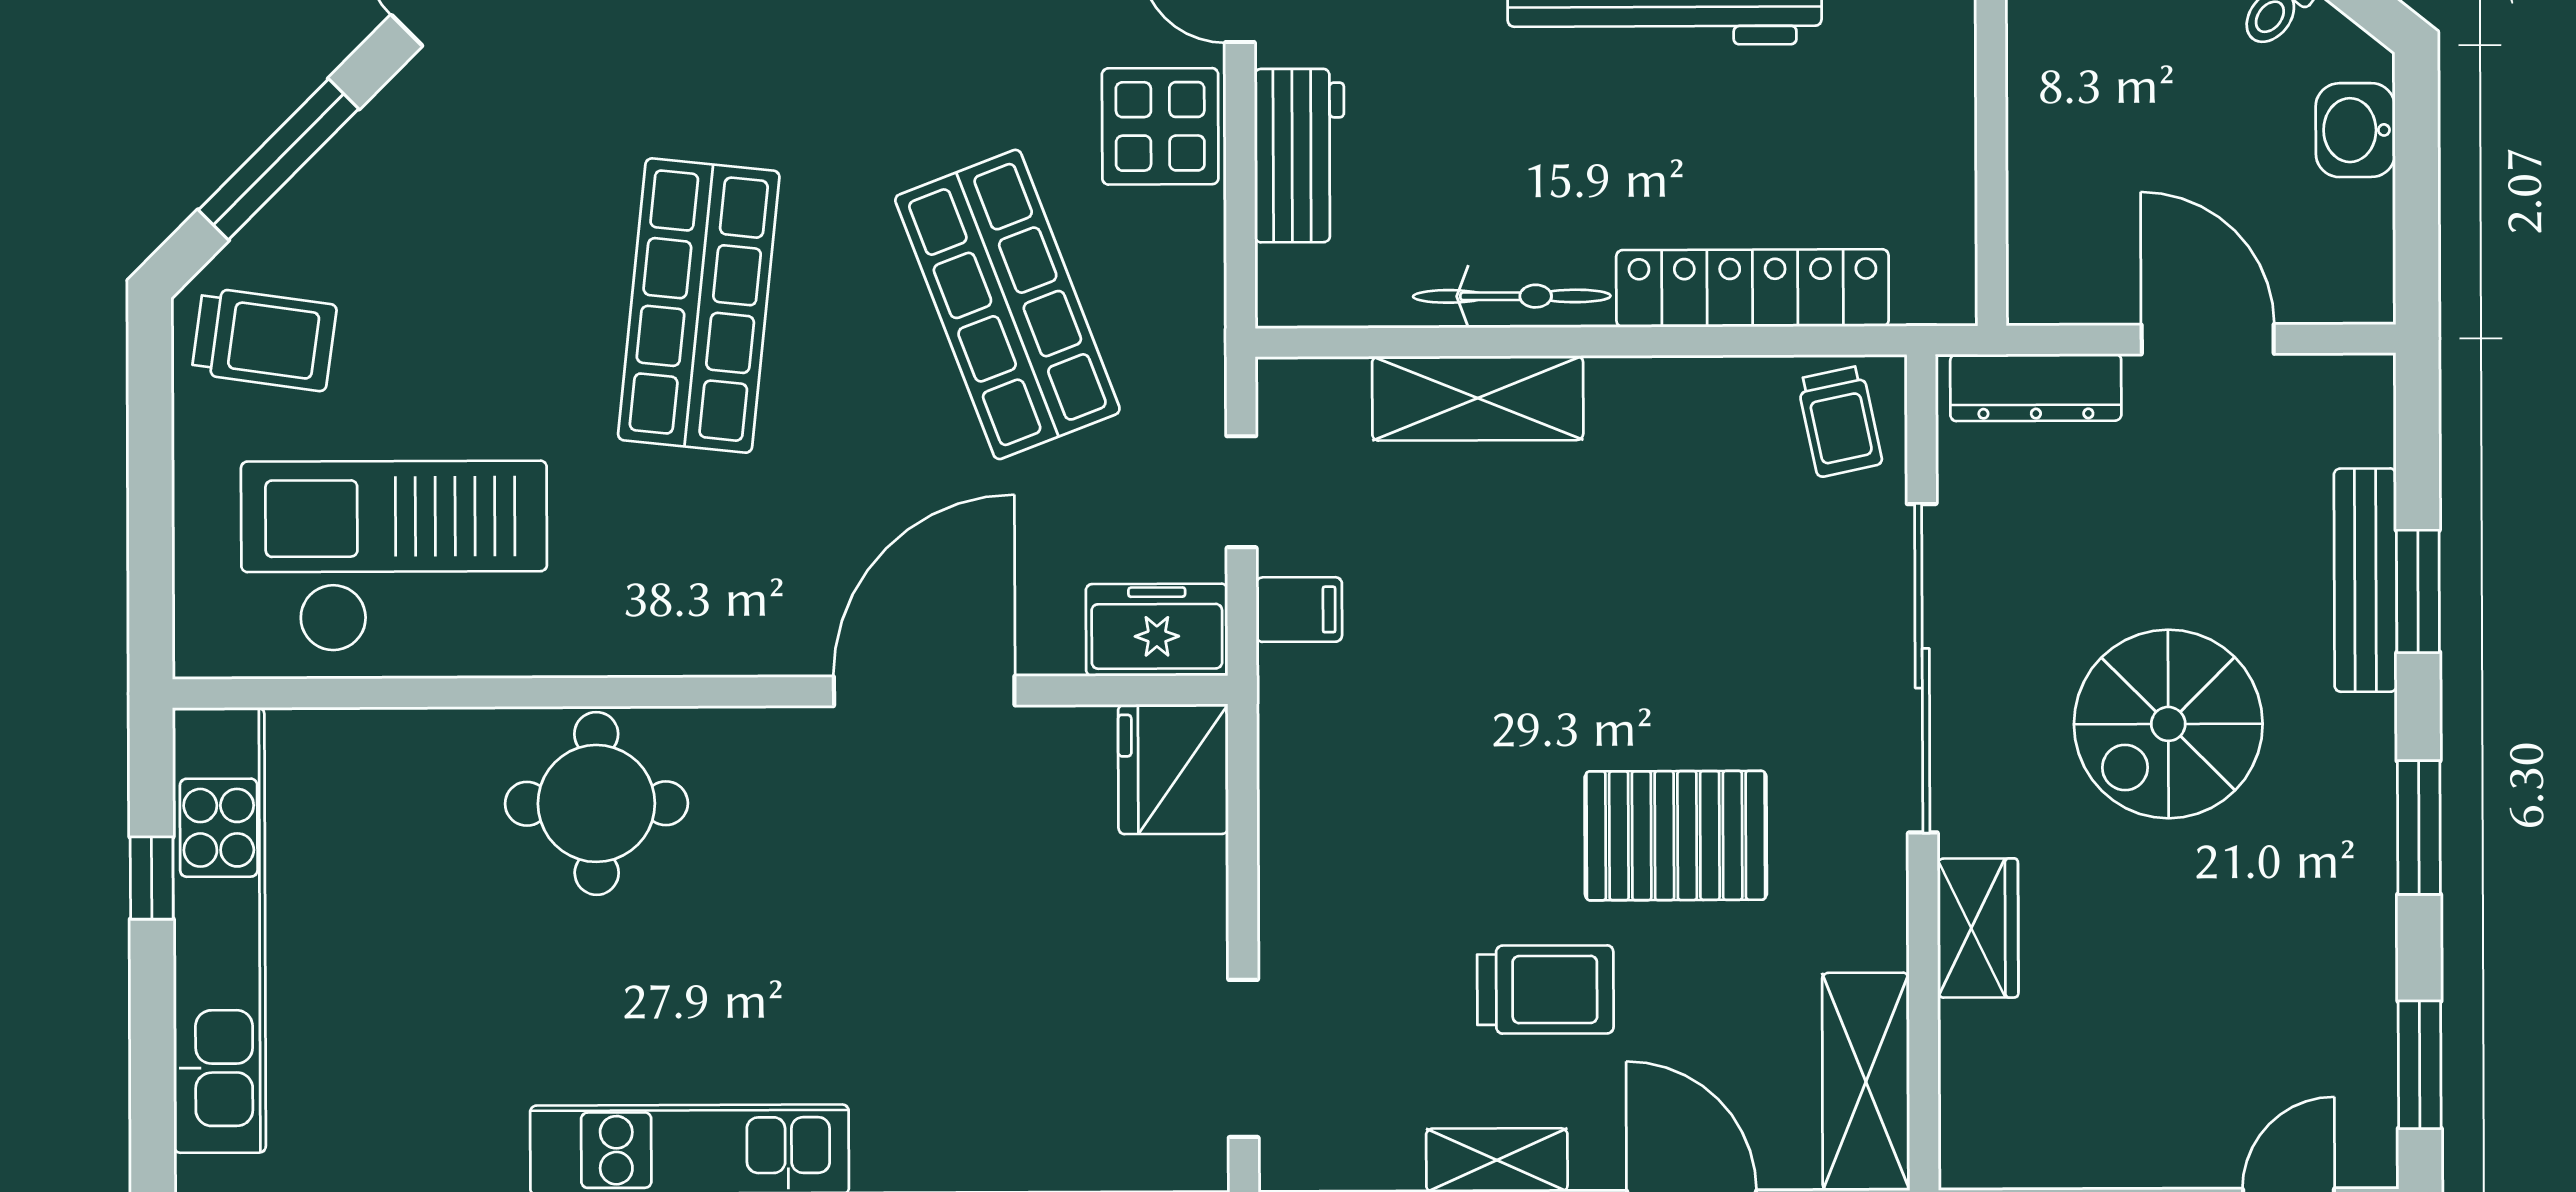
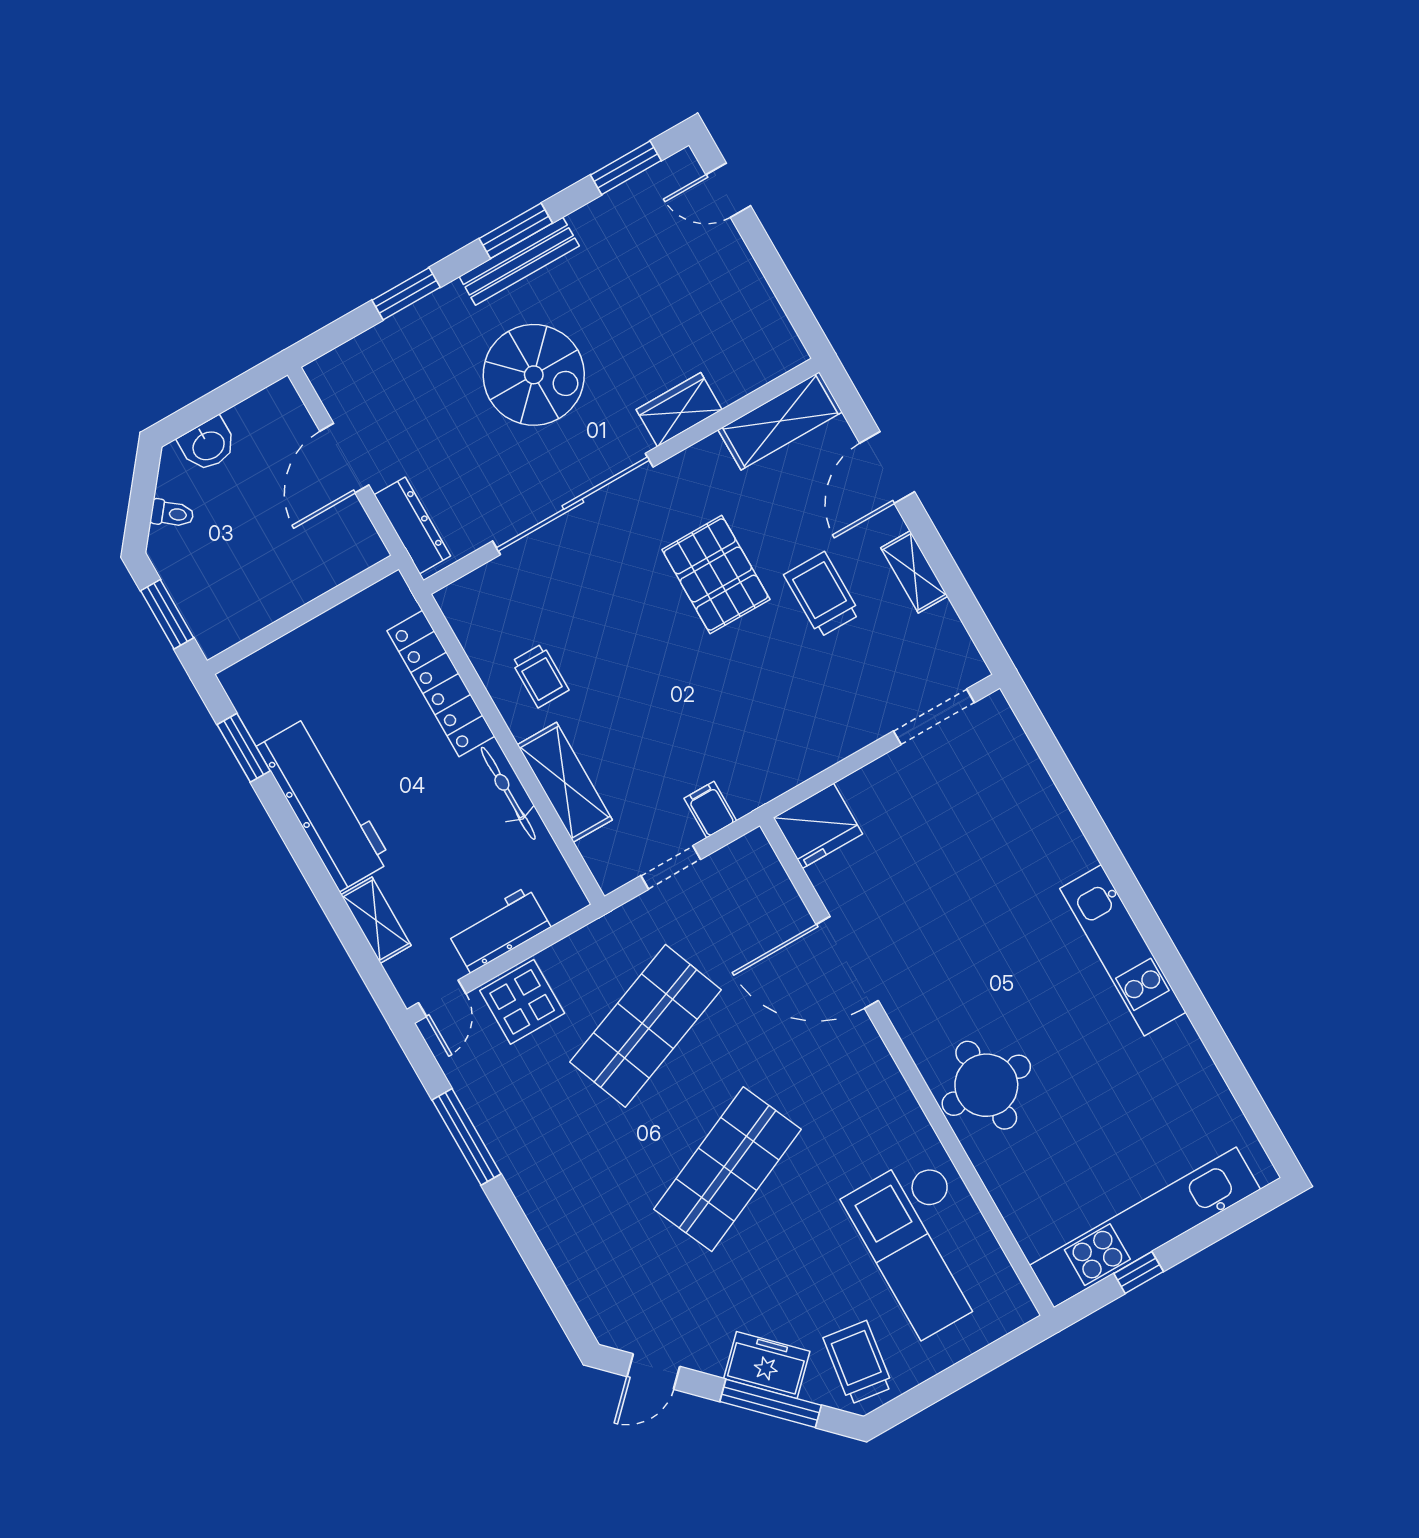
shop shelf: (699, 306) -> (728, 1169), turned -30
trolley: (1840, 421) -> (540, 676), moved, turned 102
bench: (2365, 580) -> (519, 261), moved
freezer: (1157, 630) -> (767, 1365), moved, turned 135

